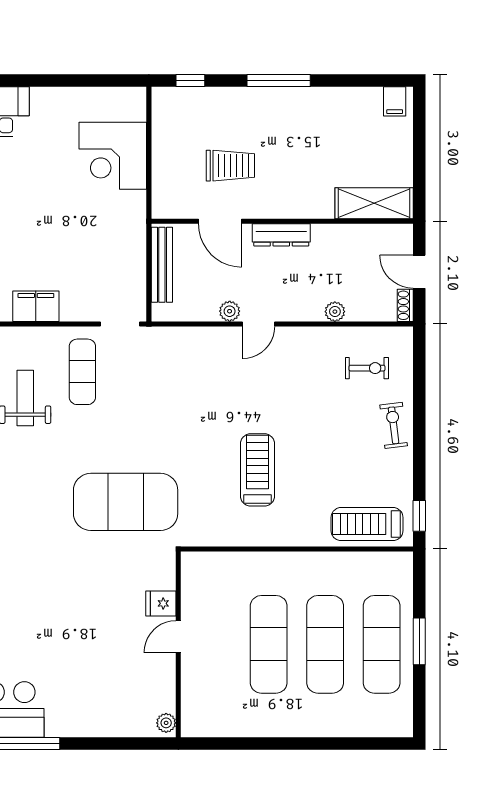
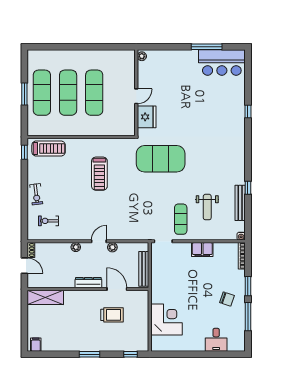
window: (279, 81) -> (90, 354), width x0.69
trolley: (230, 166) -> (112, 315), turned 180
plant: (335, 312) -> (76, 247), moved
fridge: (161, 603) -> (147, 117), width x1.88, depth x1.34

